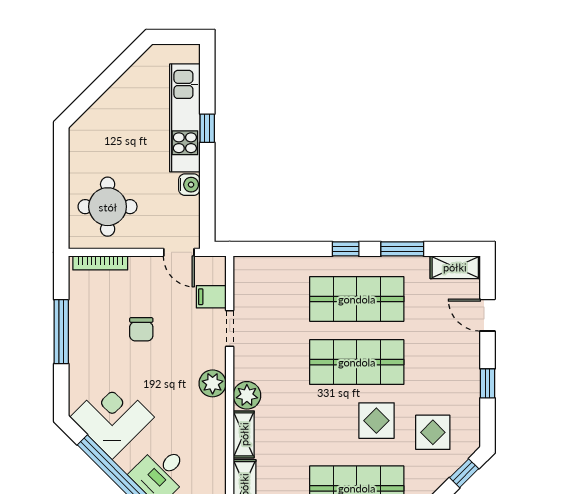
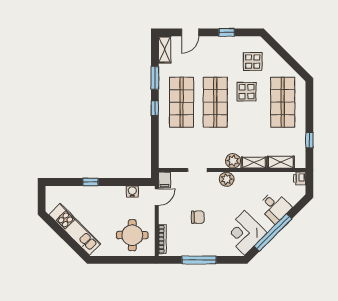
kitchen unit: (185, 118) -> (75, 229), moved, turned -135
water cooler: (189, 185) -> (132, 192), moved
filing cabinet: (211, 297) -> (165, 180), moved
window: (464, 473) -> (275, 45), removed

